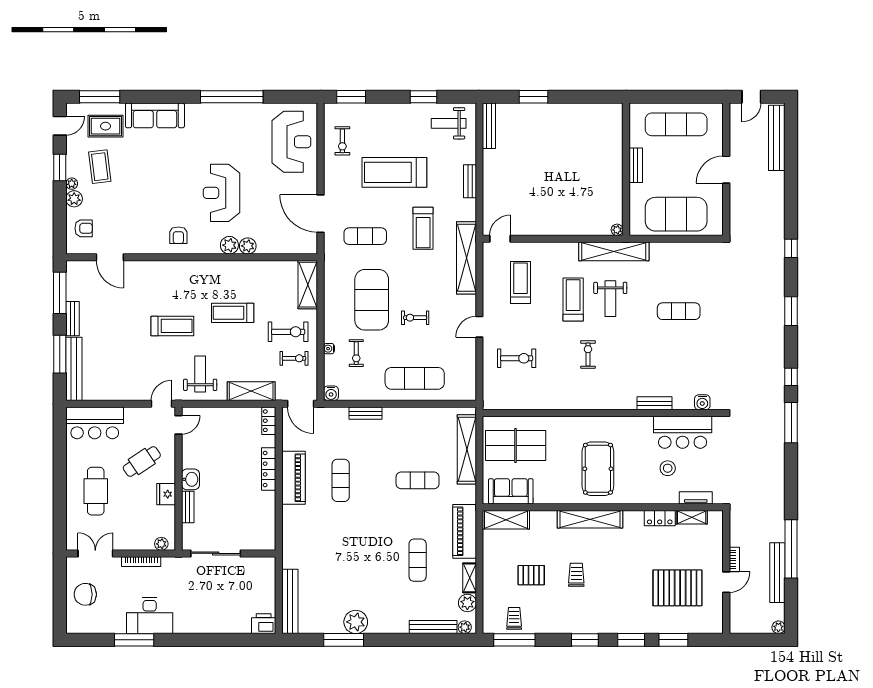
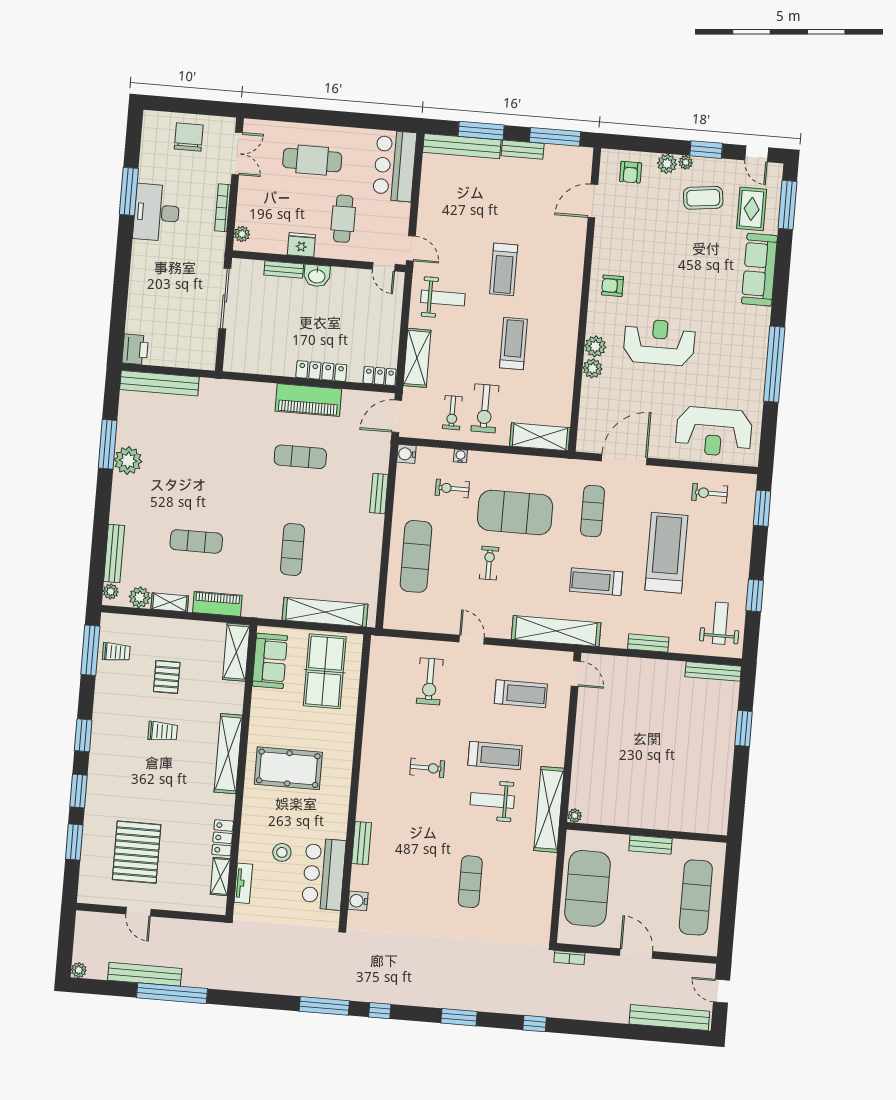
cafe table: (142, 462) -> (343, 219), turned 34
piano: (465, 531) -> (217, 604), width x0.73, depth x0.75
bookcase: (734, 560) -> (569, 958), moved

